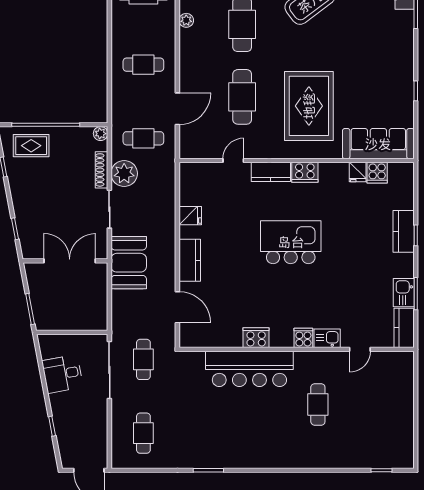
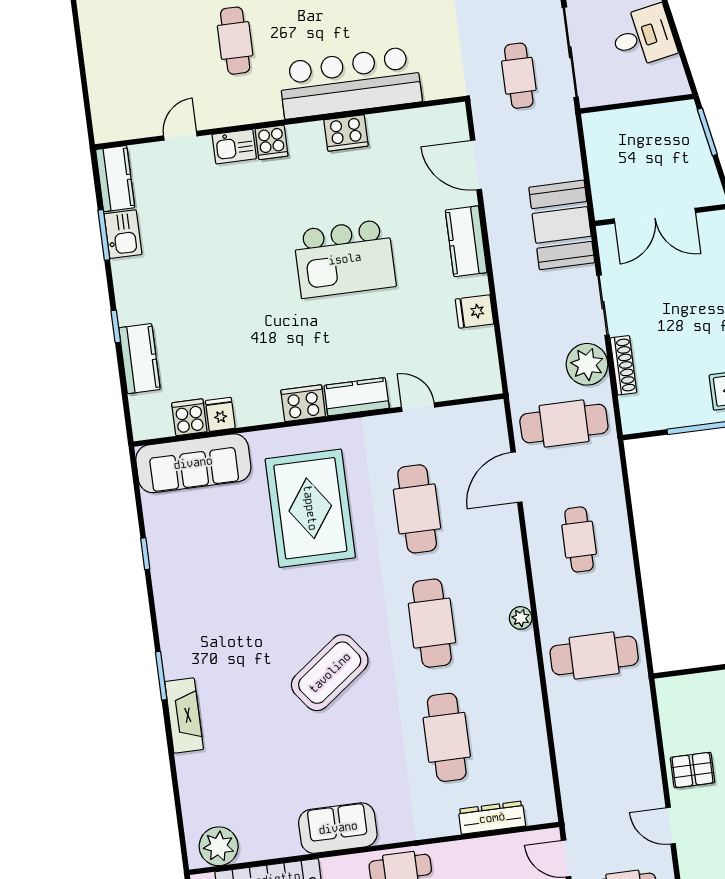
cafe table: (143, 65) -> (579, 539), turned 90
plant: (101, 134) -> (632, 422), removed
cafe table: (143, 138) -> (564, 424), width x1.37, depth x1.35
door: (233, 160) -> (418, 407), swing flipped
kitchen counter: (404, 231) -> (139, 359), moved
kitchen island: (291, 242) -> (345, 259), moved

